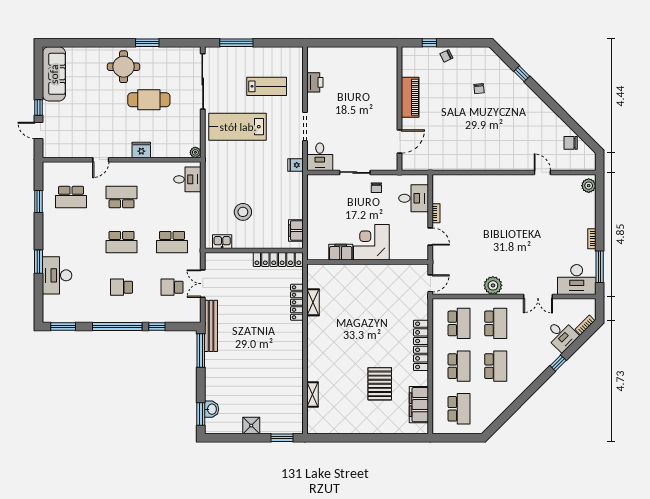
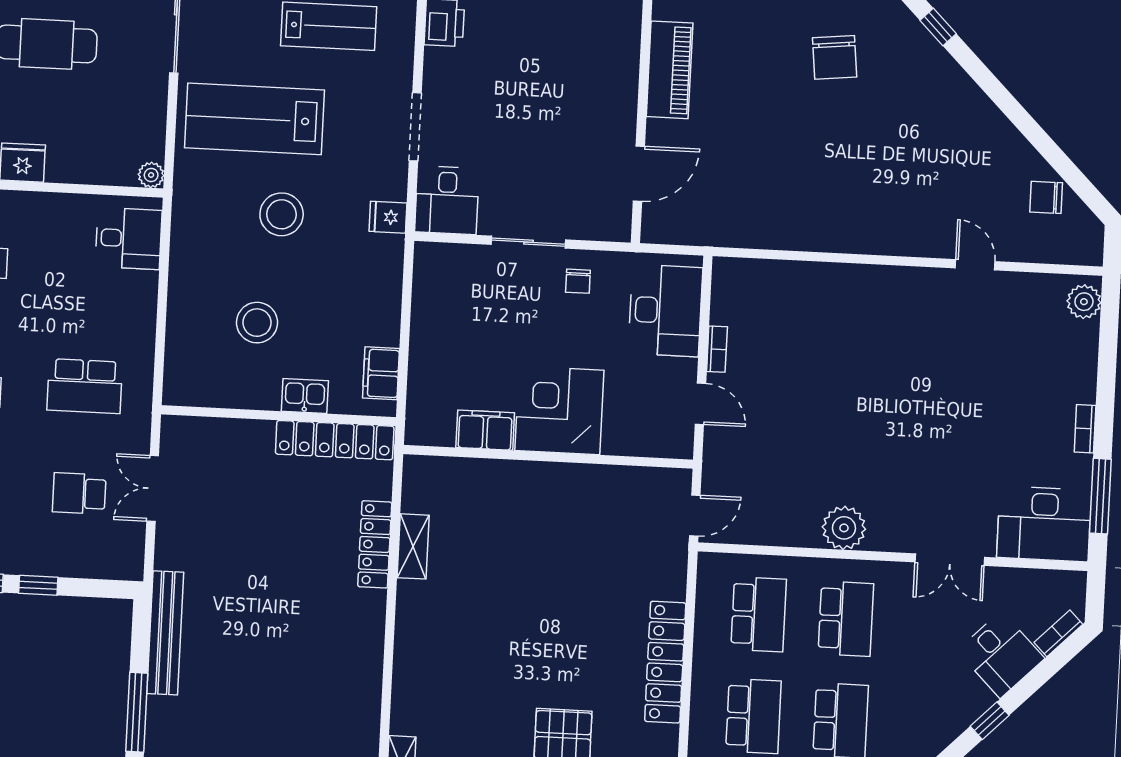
chair: (479, 89) -> (835, 57), width x1.87, depth x1.87
stool: (251, 166) -> (282, 214), added
desk: (414, 198) -> (665, 311), width x1.37
kitchen sink: (222, 242) -> (305, 396), moved
bench: (211, 326) -> (165, 633), moved
window: (201, 350) -> (137, 712), moved

